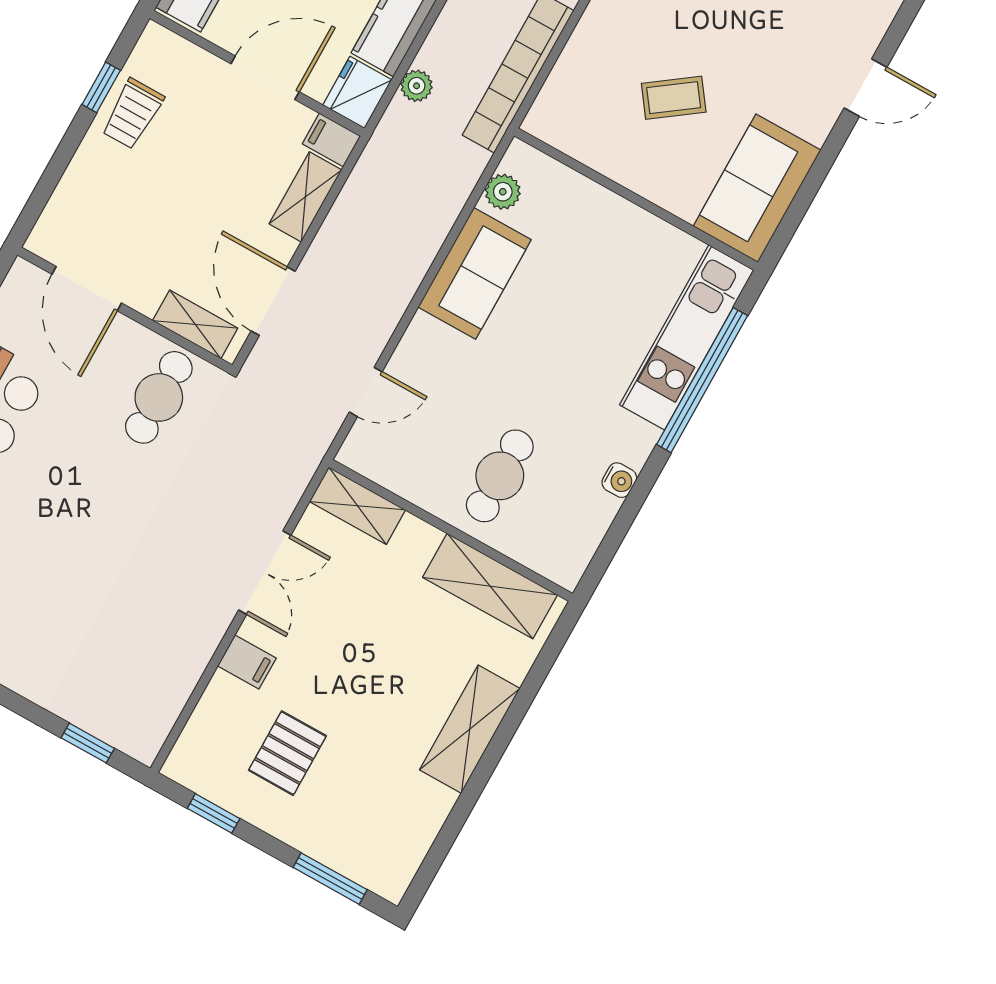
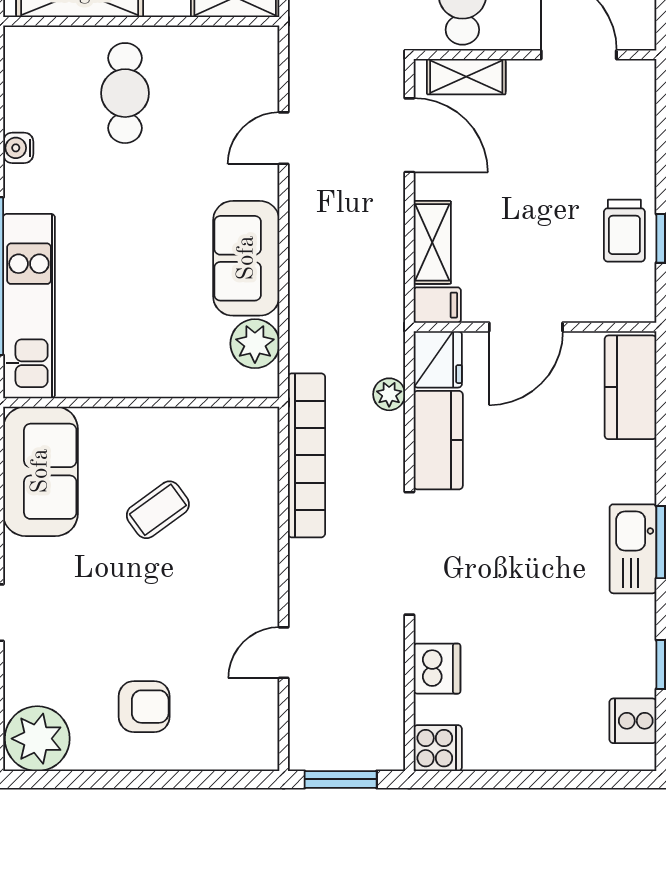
trolley: (133, 114) -> (624, 231), turned 180
plant: (503, 192) -> (255, 344), width x1.38, depth x1.38
door: (366, 392) -> (284, 138), moved

